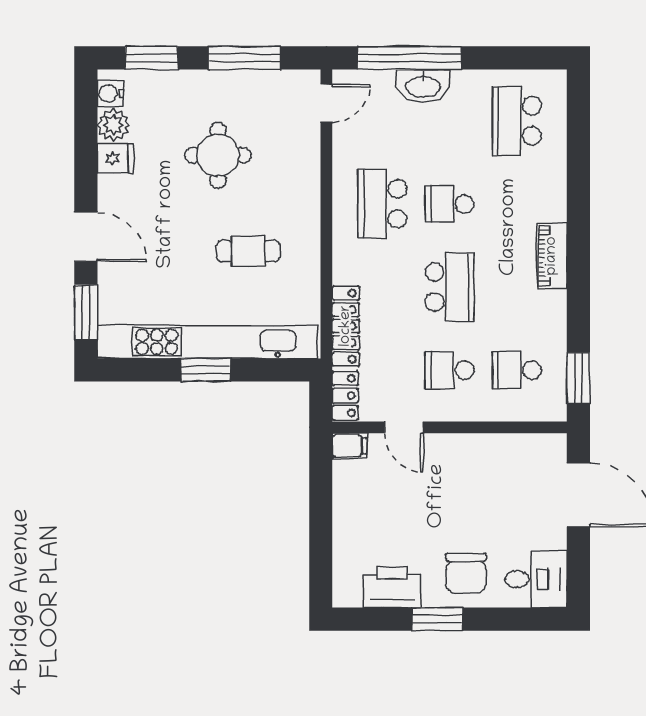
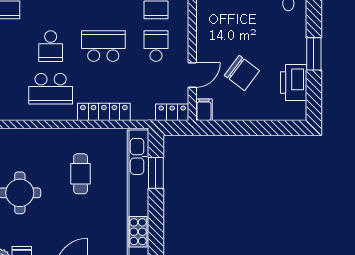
locker: (346, 326) -> (104, 112), moved
window: (206, 370) -> (156, 173), moved
school desk: (450, 370) -> (156, 46), turned 180
chair: (466, 573) -> (242, 73), moved, turned 37

